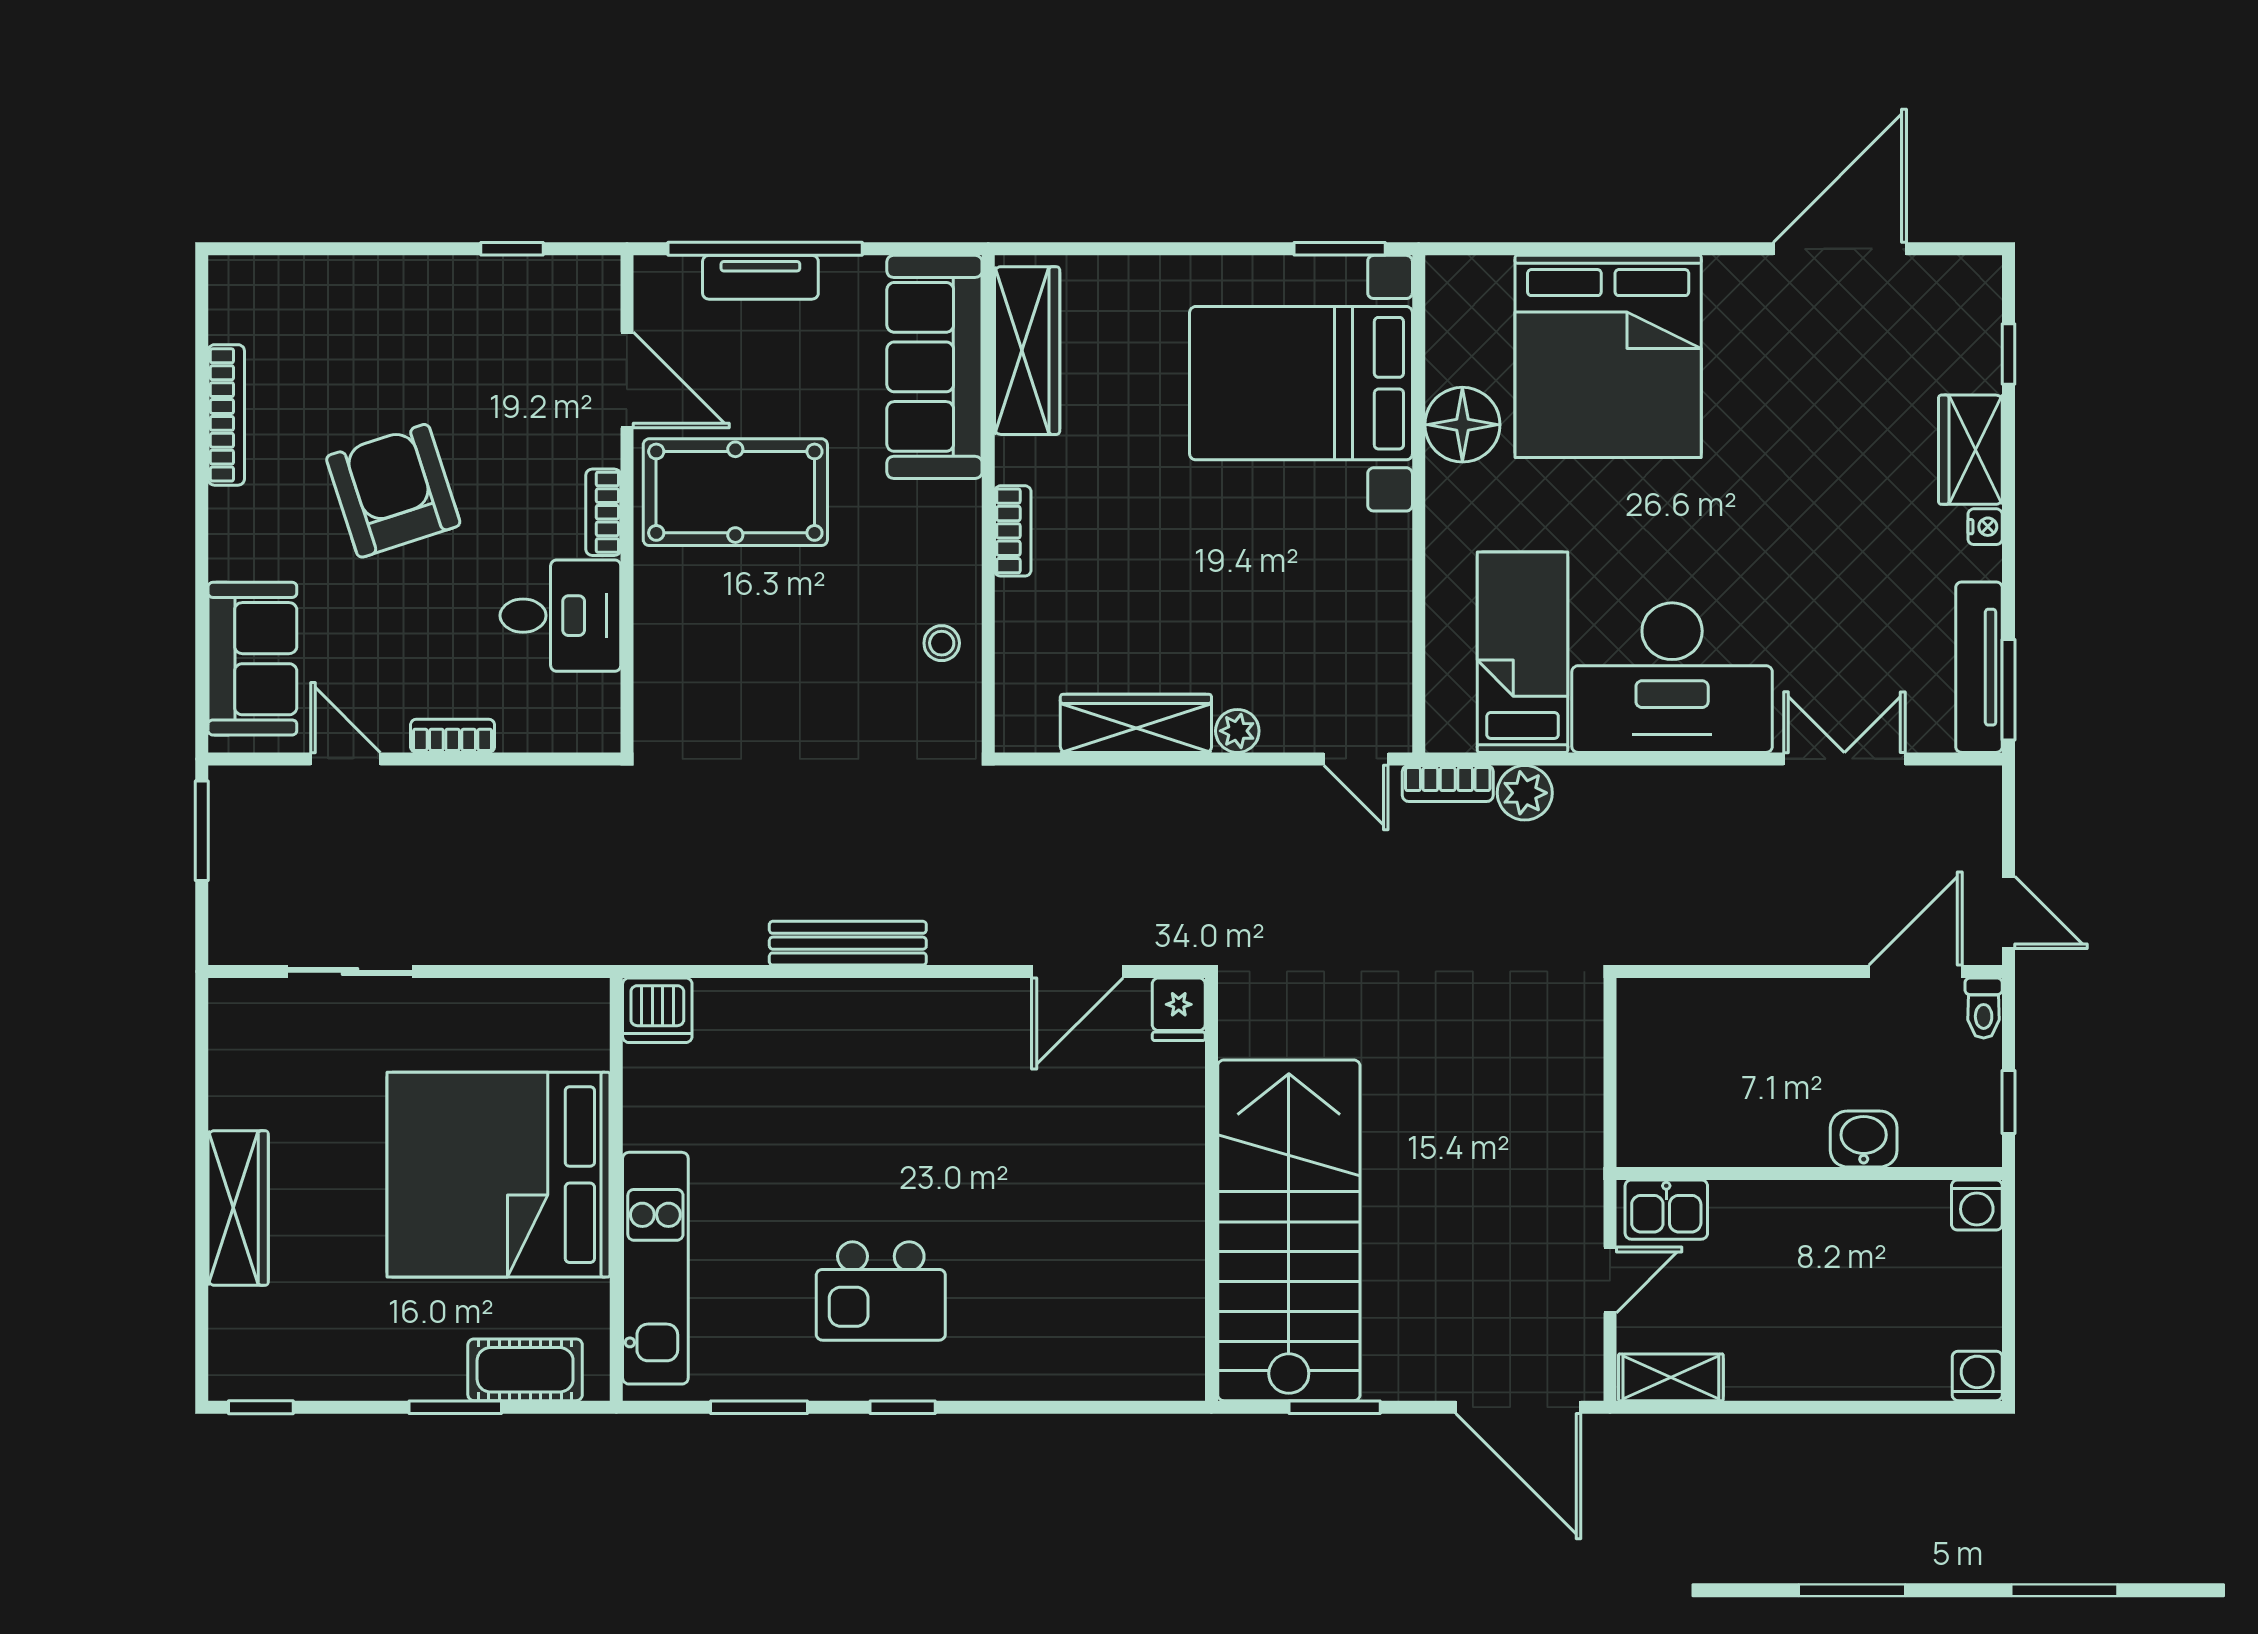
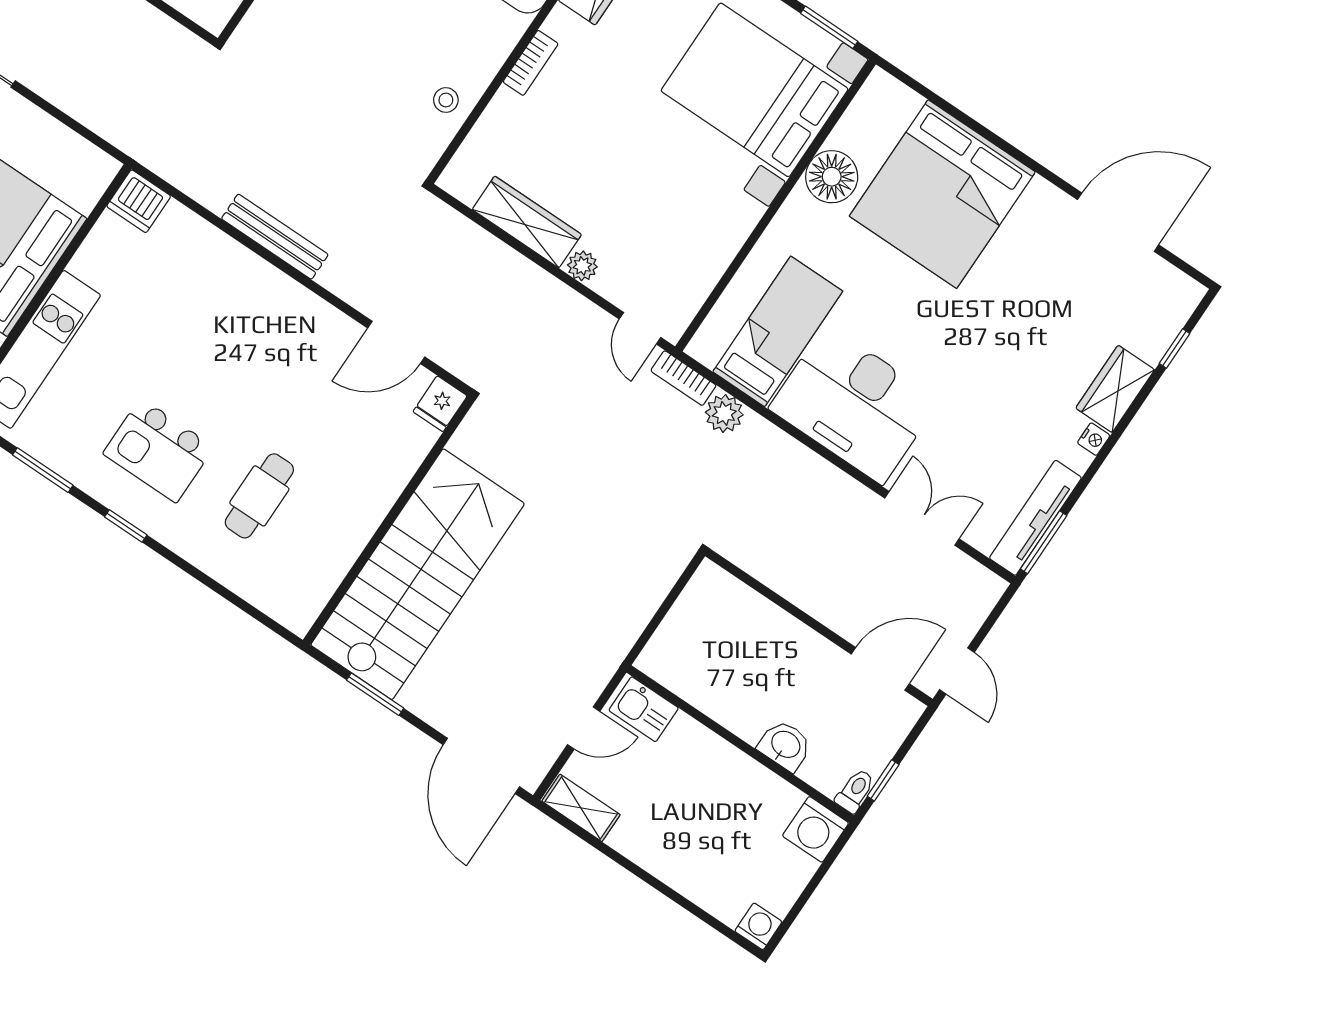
toilet: (1984, 1008) -> (855, 791), moved, turned 180
washing machine: (1977, 1205) -> (816, 829), width x1.38, depth x1.38
cafe table: (1038, 1264) -> (259, 496), added

